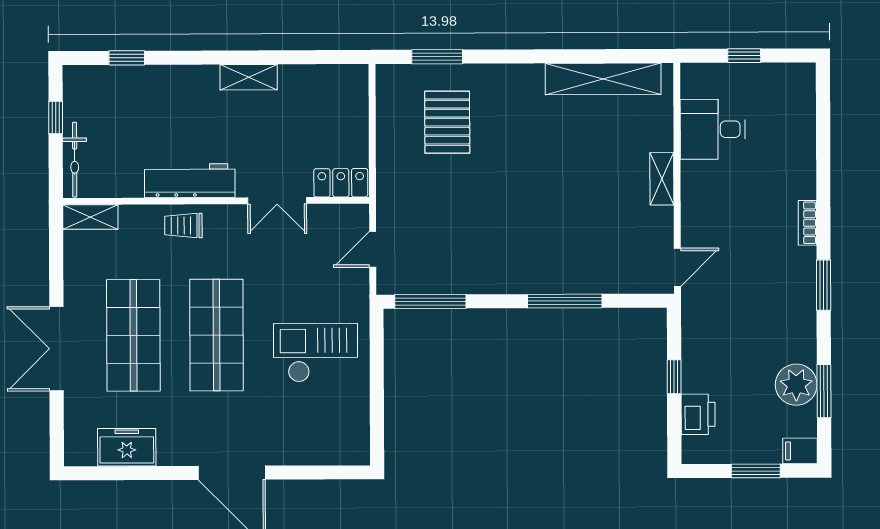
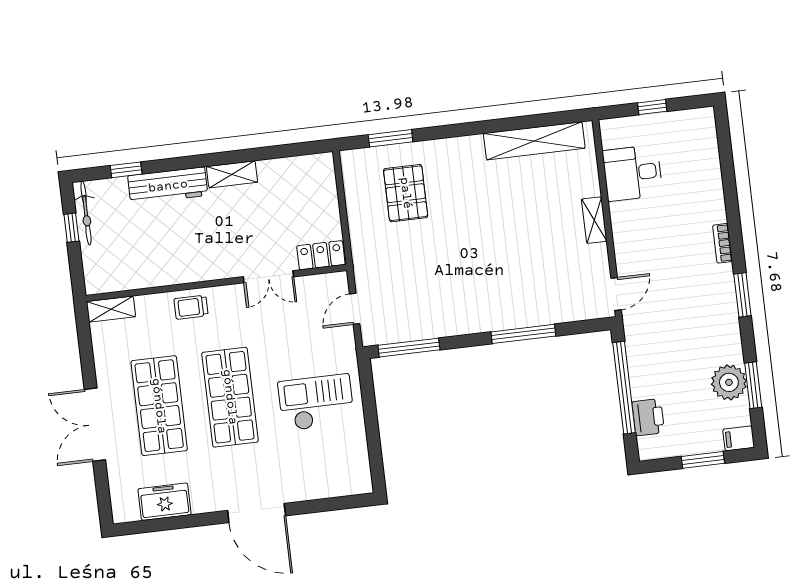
bicycle: (75, 160) -> (86, 213), moved
workbench: (190, 181) -> (168, 186), moved, turned 180
window: (674, 377) -> (624, 388), width x3.17

